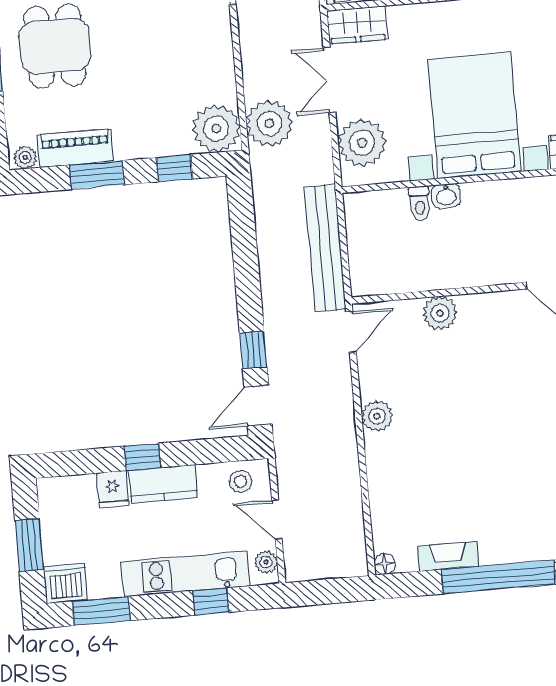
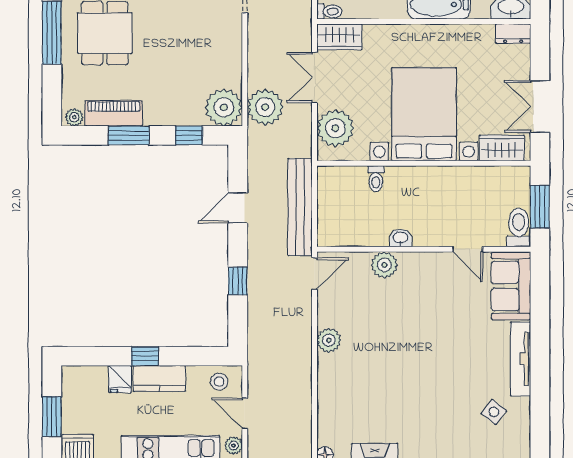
washbasin: (446, 196) -> (401, 238), moved, turned 180
door: (258, 406) -> (238, 208), moved

